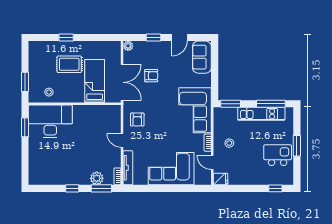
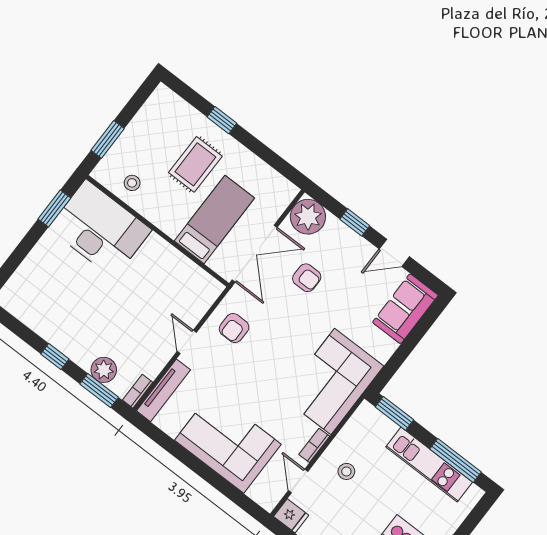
plant: (128, 46) -> (308, 217), width x1.88, depth x1.88
rug: (69, 64) -> (195, 164), turned 90

